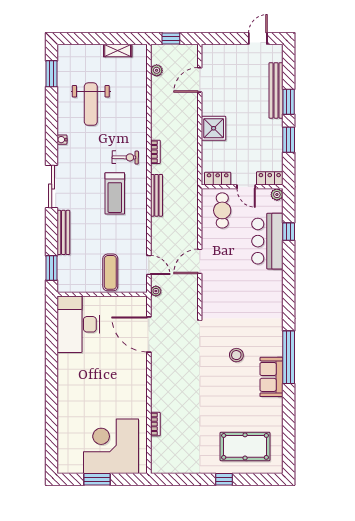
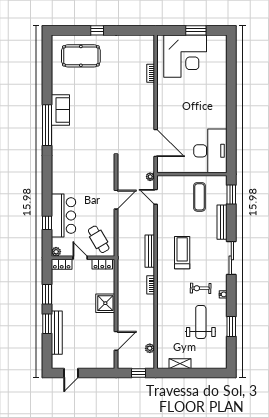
window: (52, 74) -> (231, 327), moved
exercise bike: (125, 157) -> (201, 288), moved
cafe table: (222, 210) -> (99, 239), turned -31
exercise mat: (110, 272) -> (199, 197), moved
stool: (236, 355) -> (88, 127), removed

